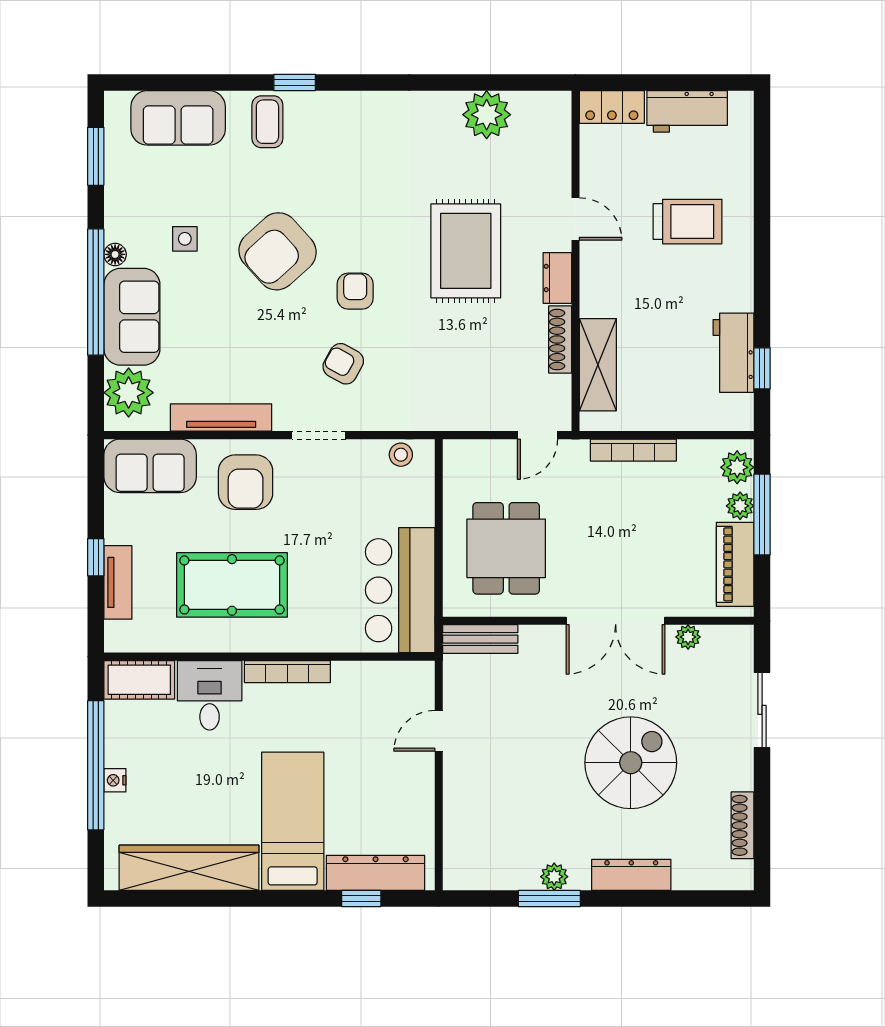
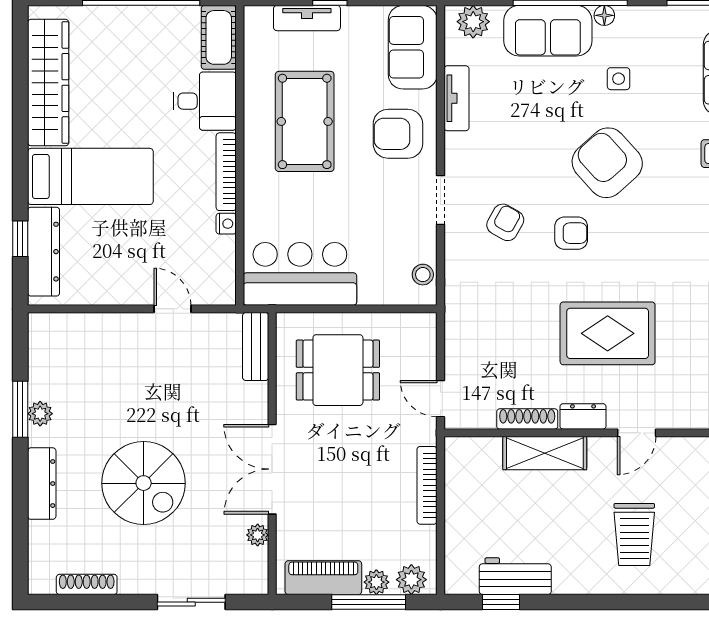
shelving: (598, 365) -> (545, 453), moved
plant: (129, 393) -> (473, 22), width x0.73, depth x0.73
tv unit: (221, 418) -> (456, 98), width x0.71
nightstand: (115, 780) -> (226, 224), moved, turned 90

